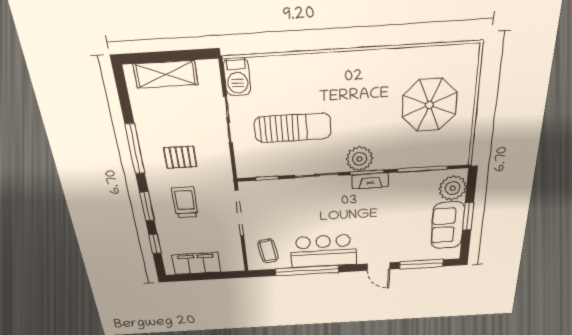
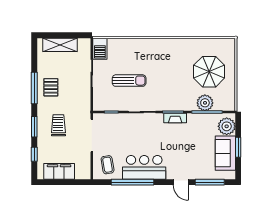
sun lounger: (293, 128) -> (129, 81), width x0.73, depth x0.75
pallet: (180, 157) -> (51, 87), moved, turned 90
plant: (359, 159) -> (205, 103), moved

